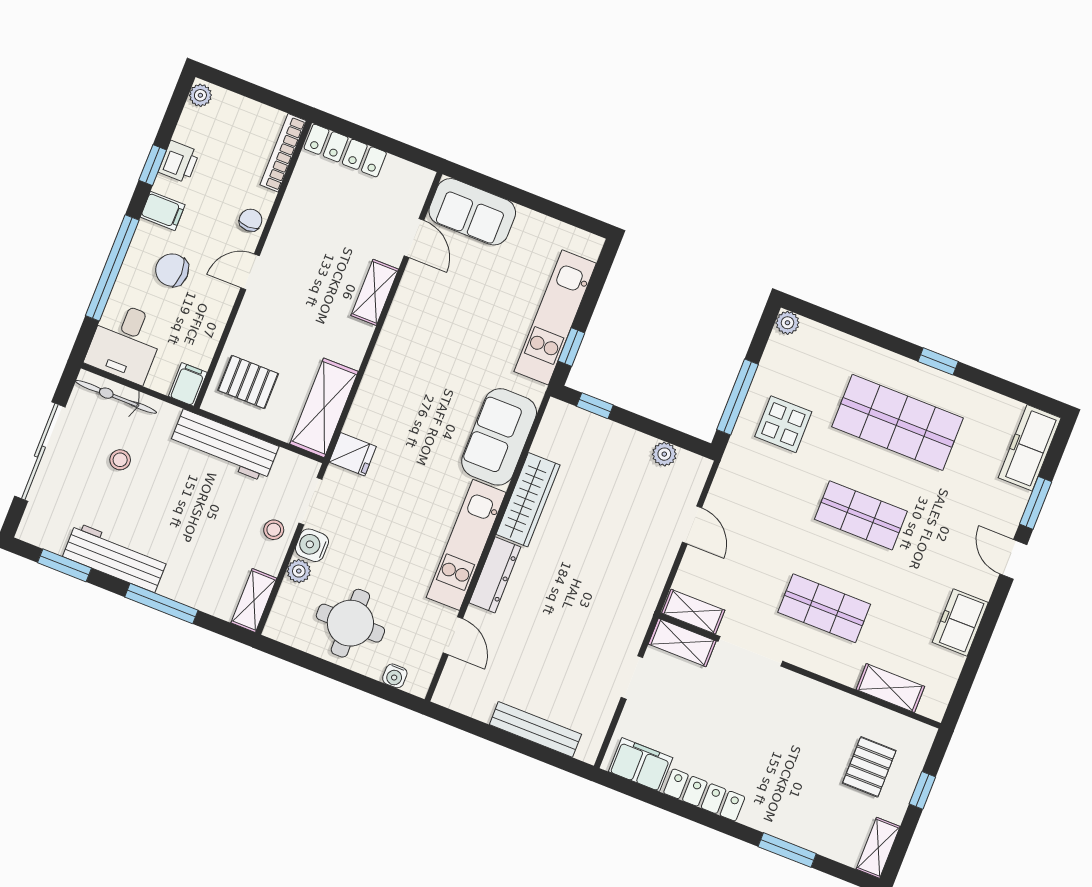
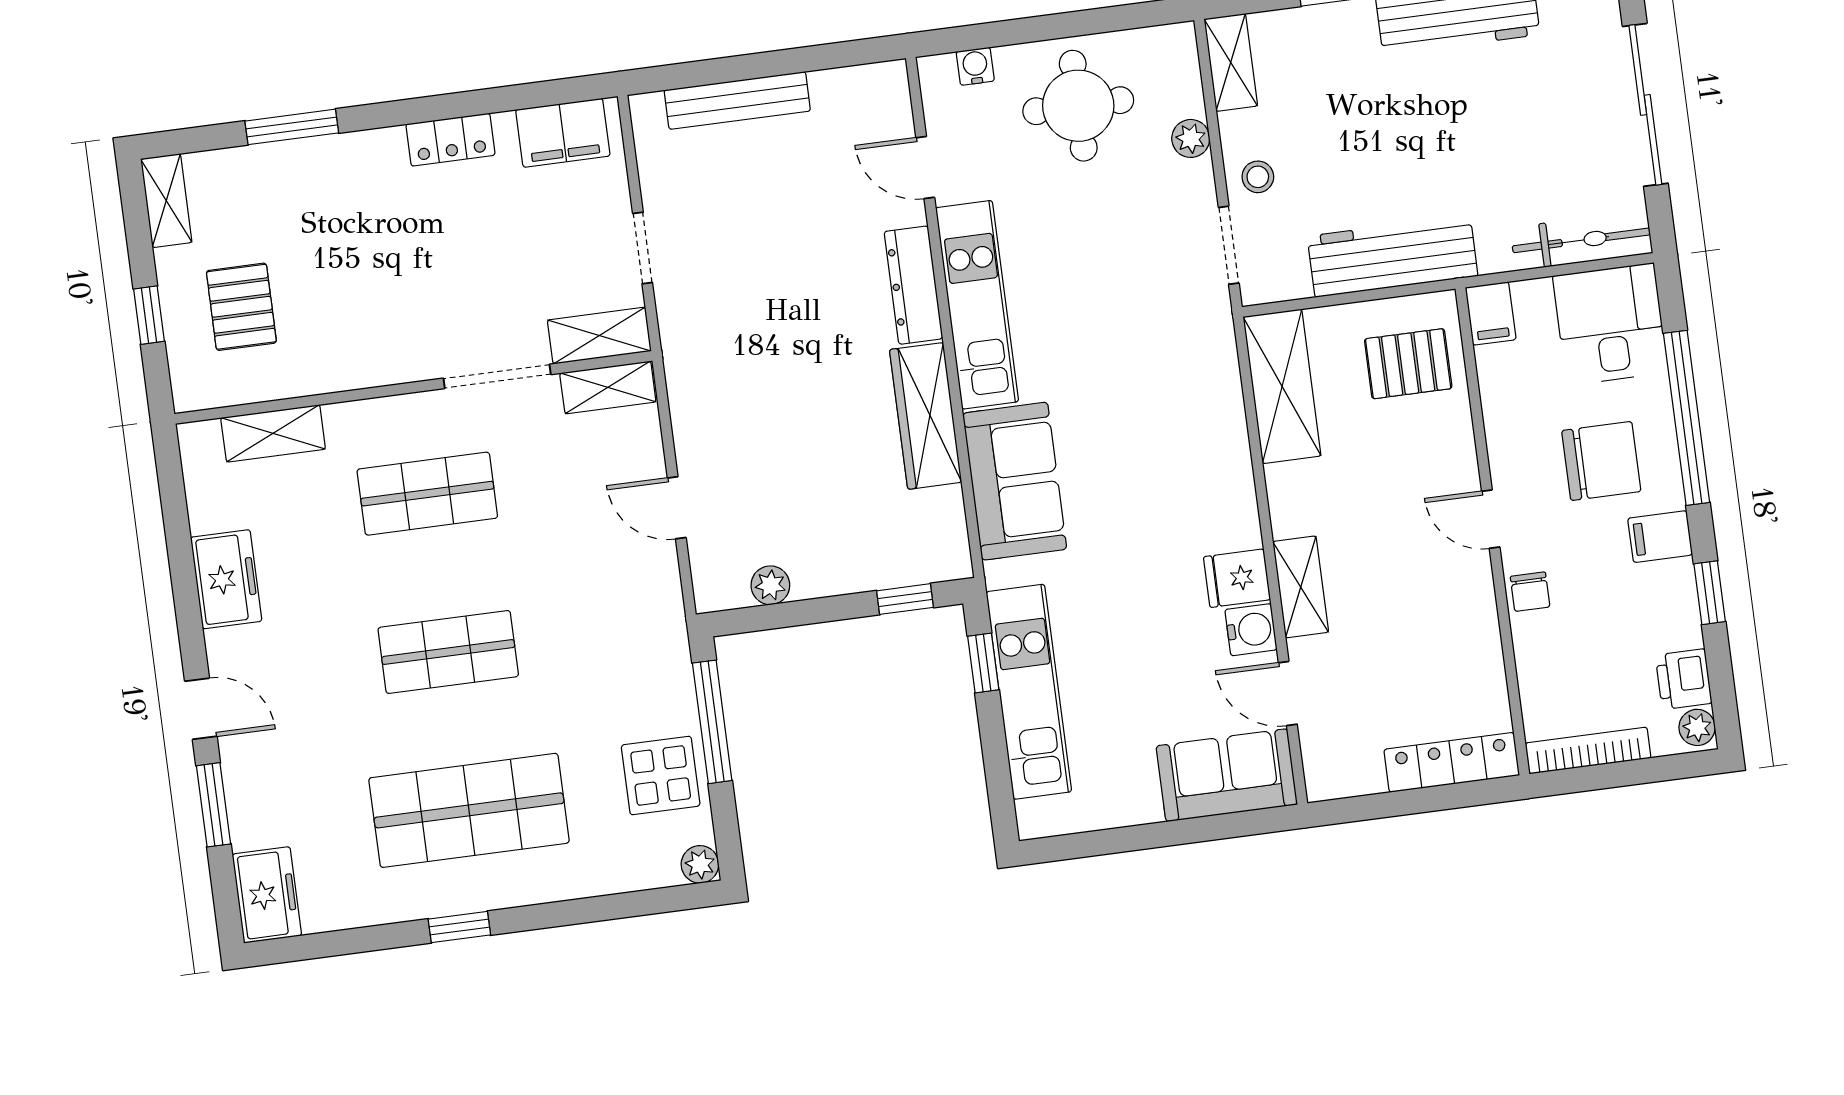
bookcase: (283, 153) -> (1588, 750), moved, turned -90
printer: (179, 162) -> (1684, 679), moved
chair: (172, 270) -> (1601, 461), width x1.37, depth x1.37
door: (250, 272) -> (1491, 519), swing flipped
display table: (783, 424) -> (661, 775), moved
freezer: (1030, 448) -> (267, 895), width x0.71
fridge: (353, 454) -> (1237, 578), moved
stool: (120, 460) -> (1527, 156), removed
water cooler: (312, 545) -> (1251, 630), moved
locker: (704, 795) -> (450, 140), width x0.66

